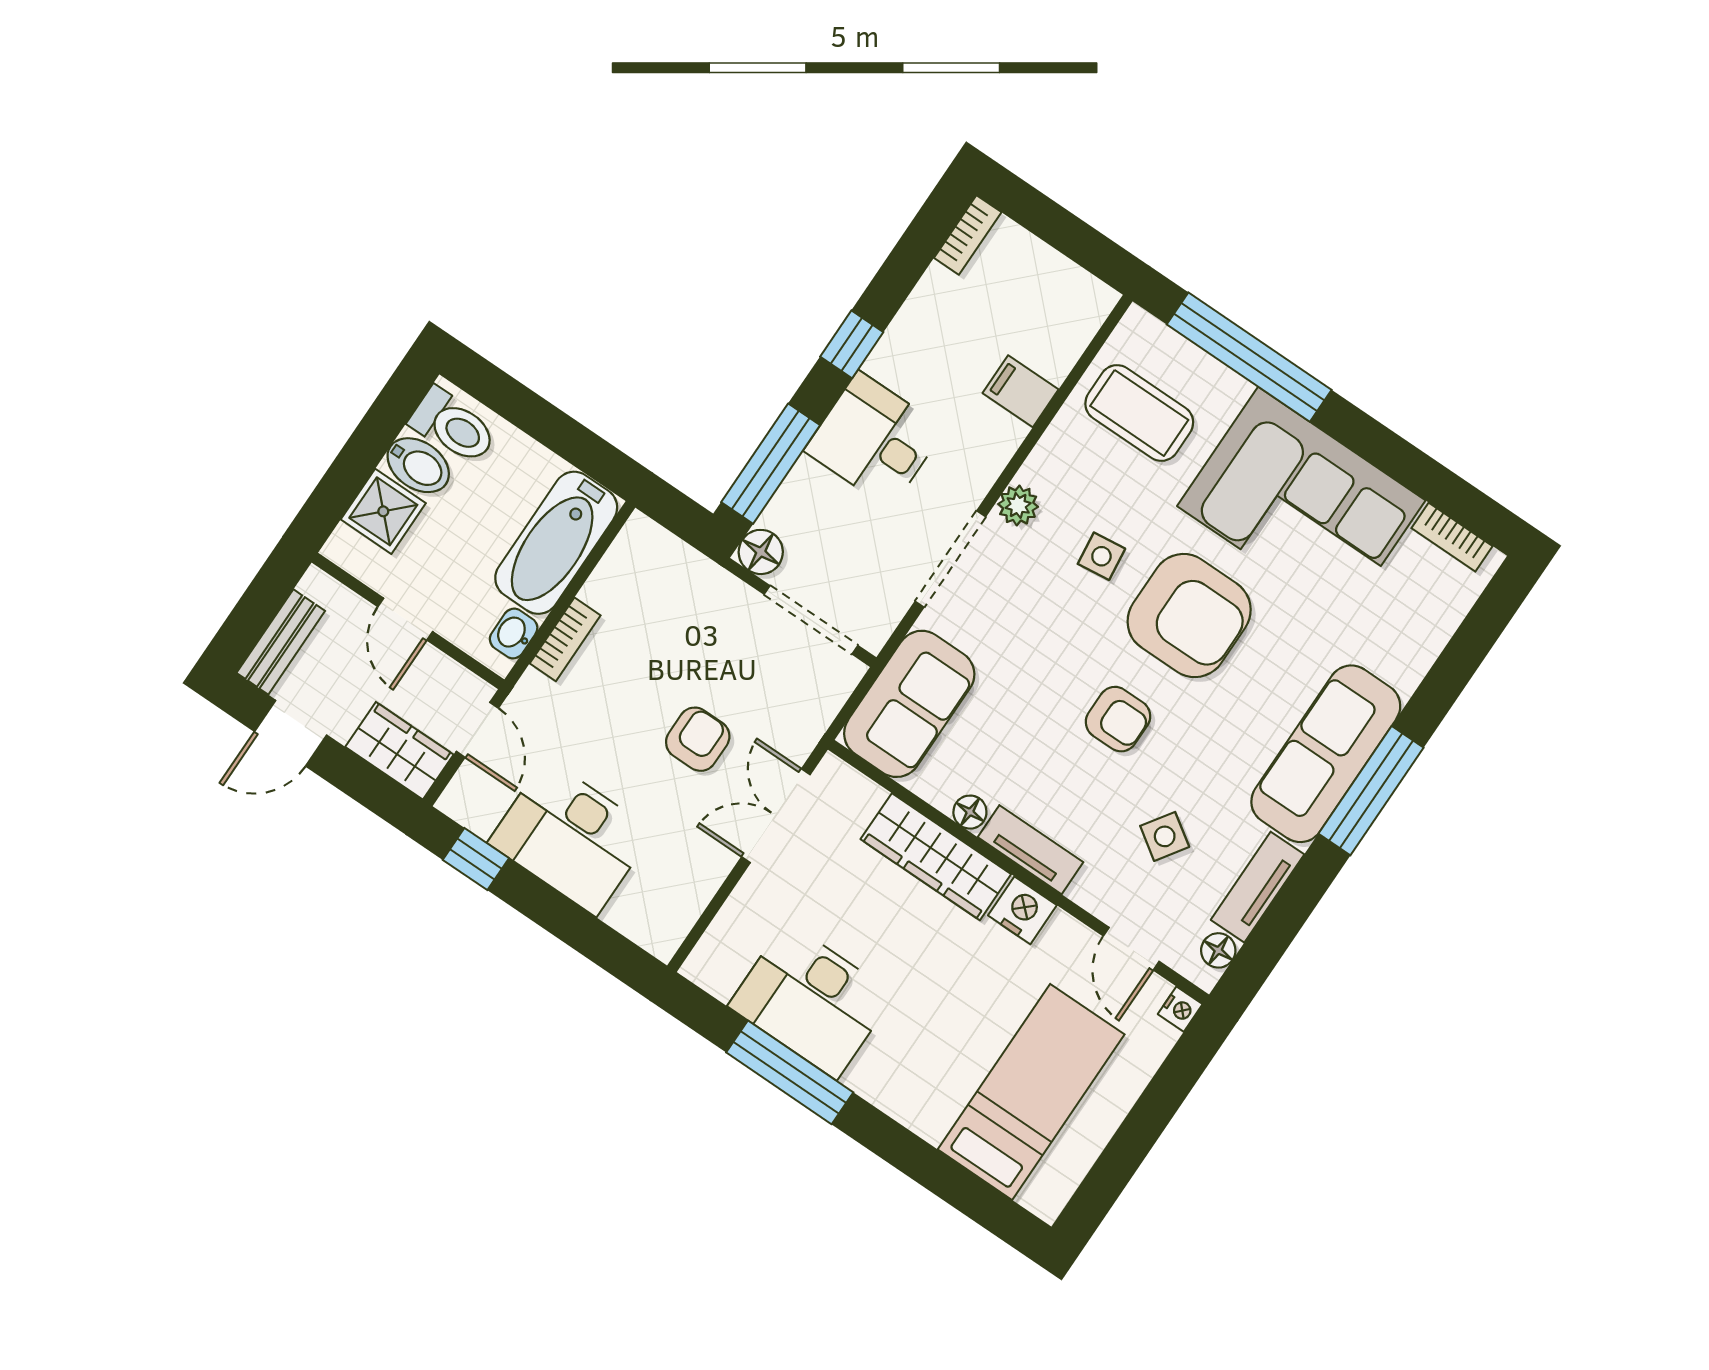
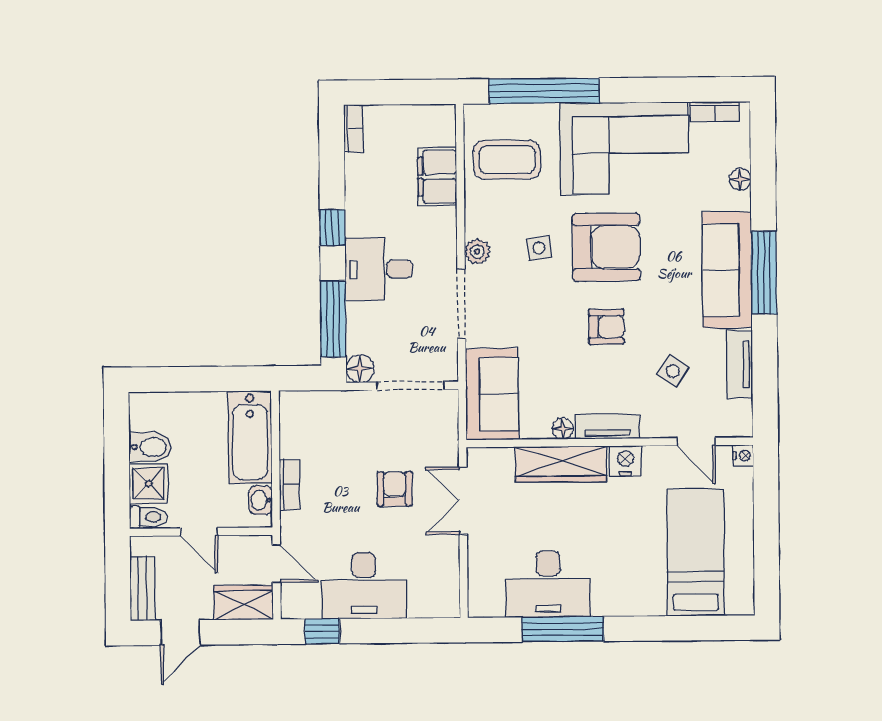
filing cabinet: (1020, 391) -> (437, 177), width x2.00
toilet: (453, 426) -> (148, 517), moved, width x0.73, depth x0.72
floor lamp: (1218, 950) -> (740, 179), moved

